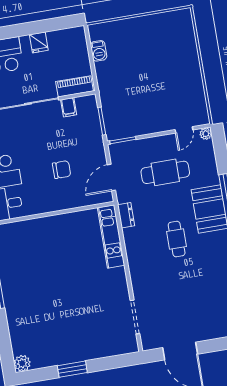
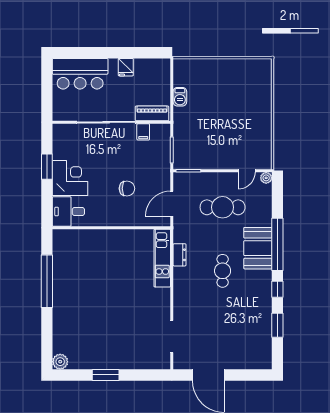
barbecue: (99, 51) -> (180, 97), moved
dresser: (126, 215) -> (180, 255), moved

